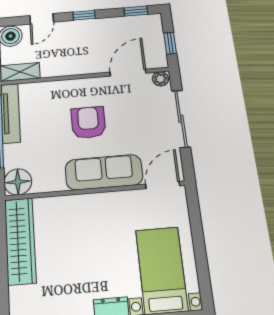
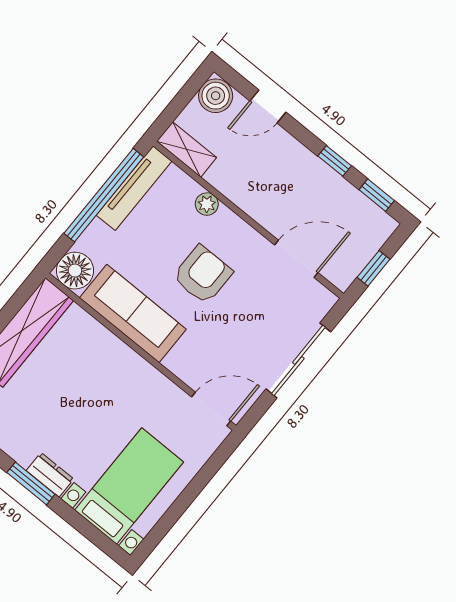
window: (84, 15) -> (335, 161), moved
plant: (160, 79) -> (207, 204), moved
sofa: (104, 172) -> (133, 314), moved

